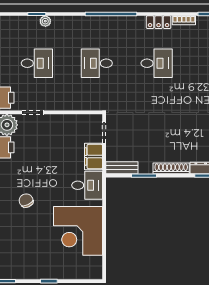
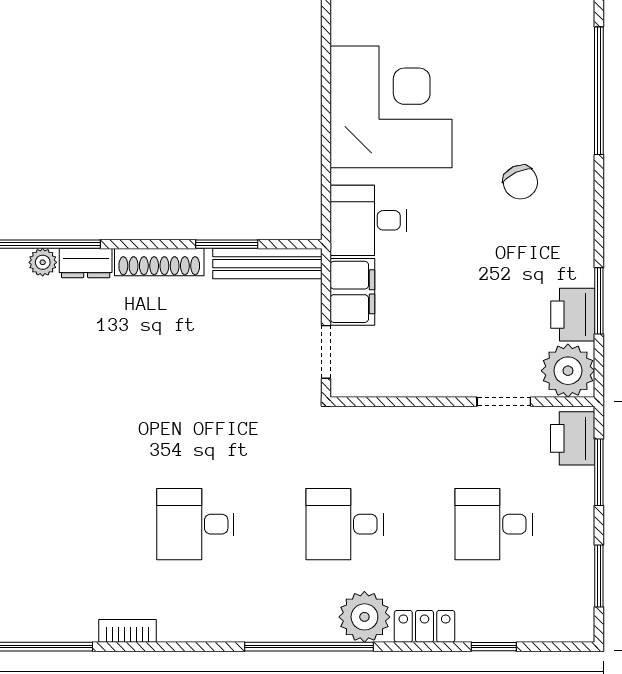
plant: (45, 21) -> (364, 617), moved, width x1.88, depth x1.88
locker: (159, 22) -> (425, 626), moved
desk: (97, 63) -> (345, 524), turned 180
bench: (122, 168) -> (267, 264), width x1.36

